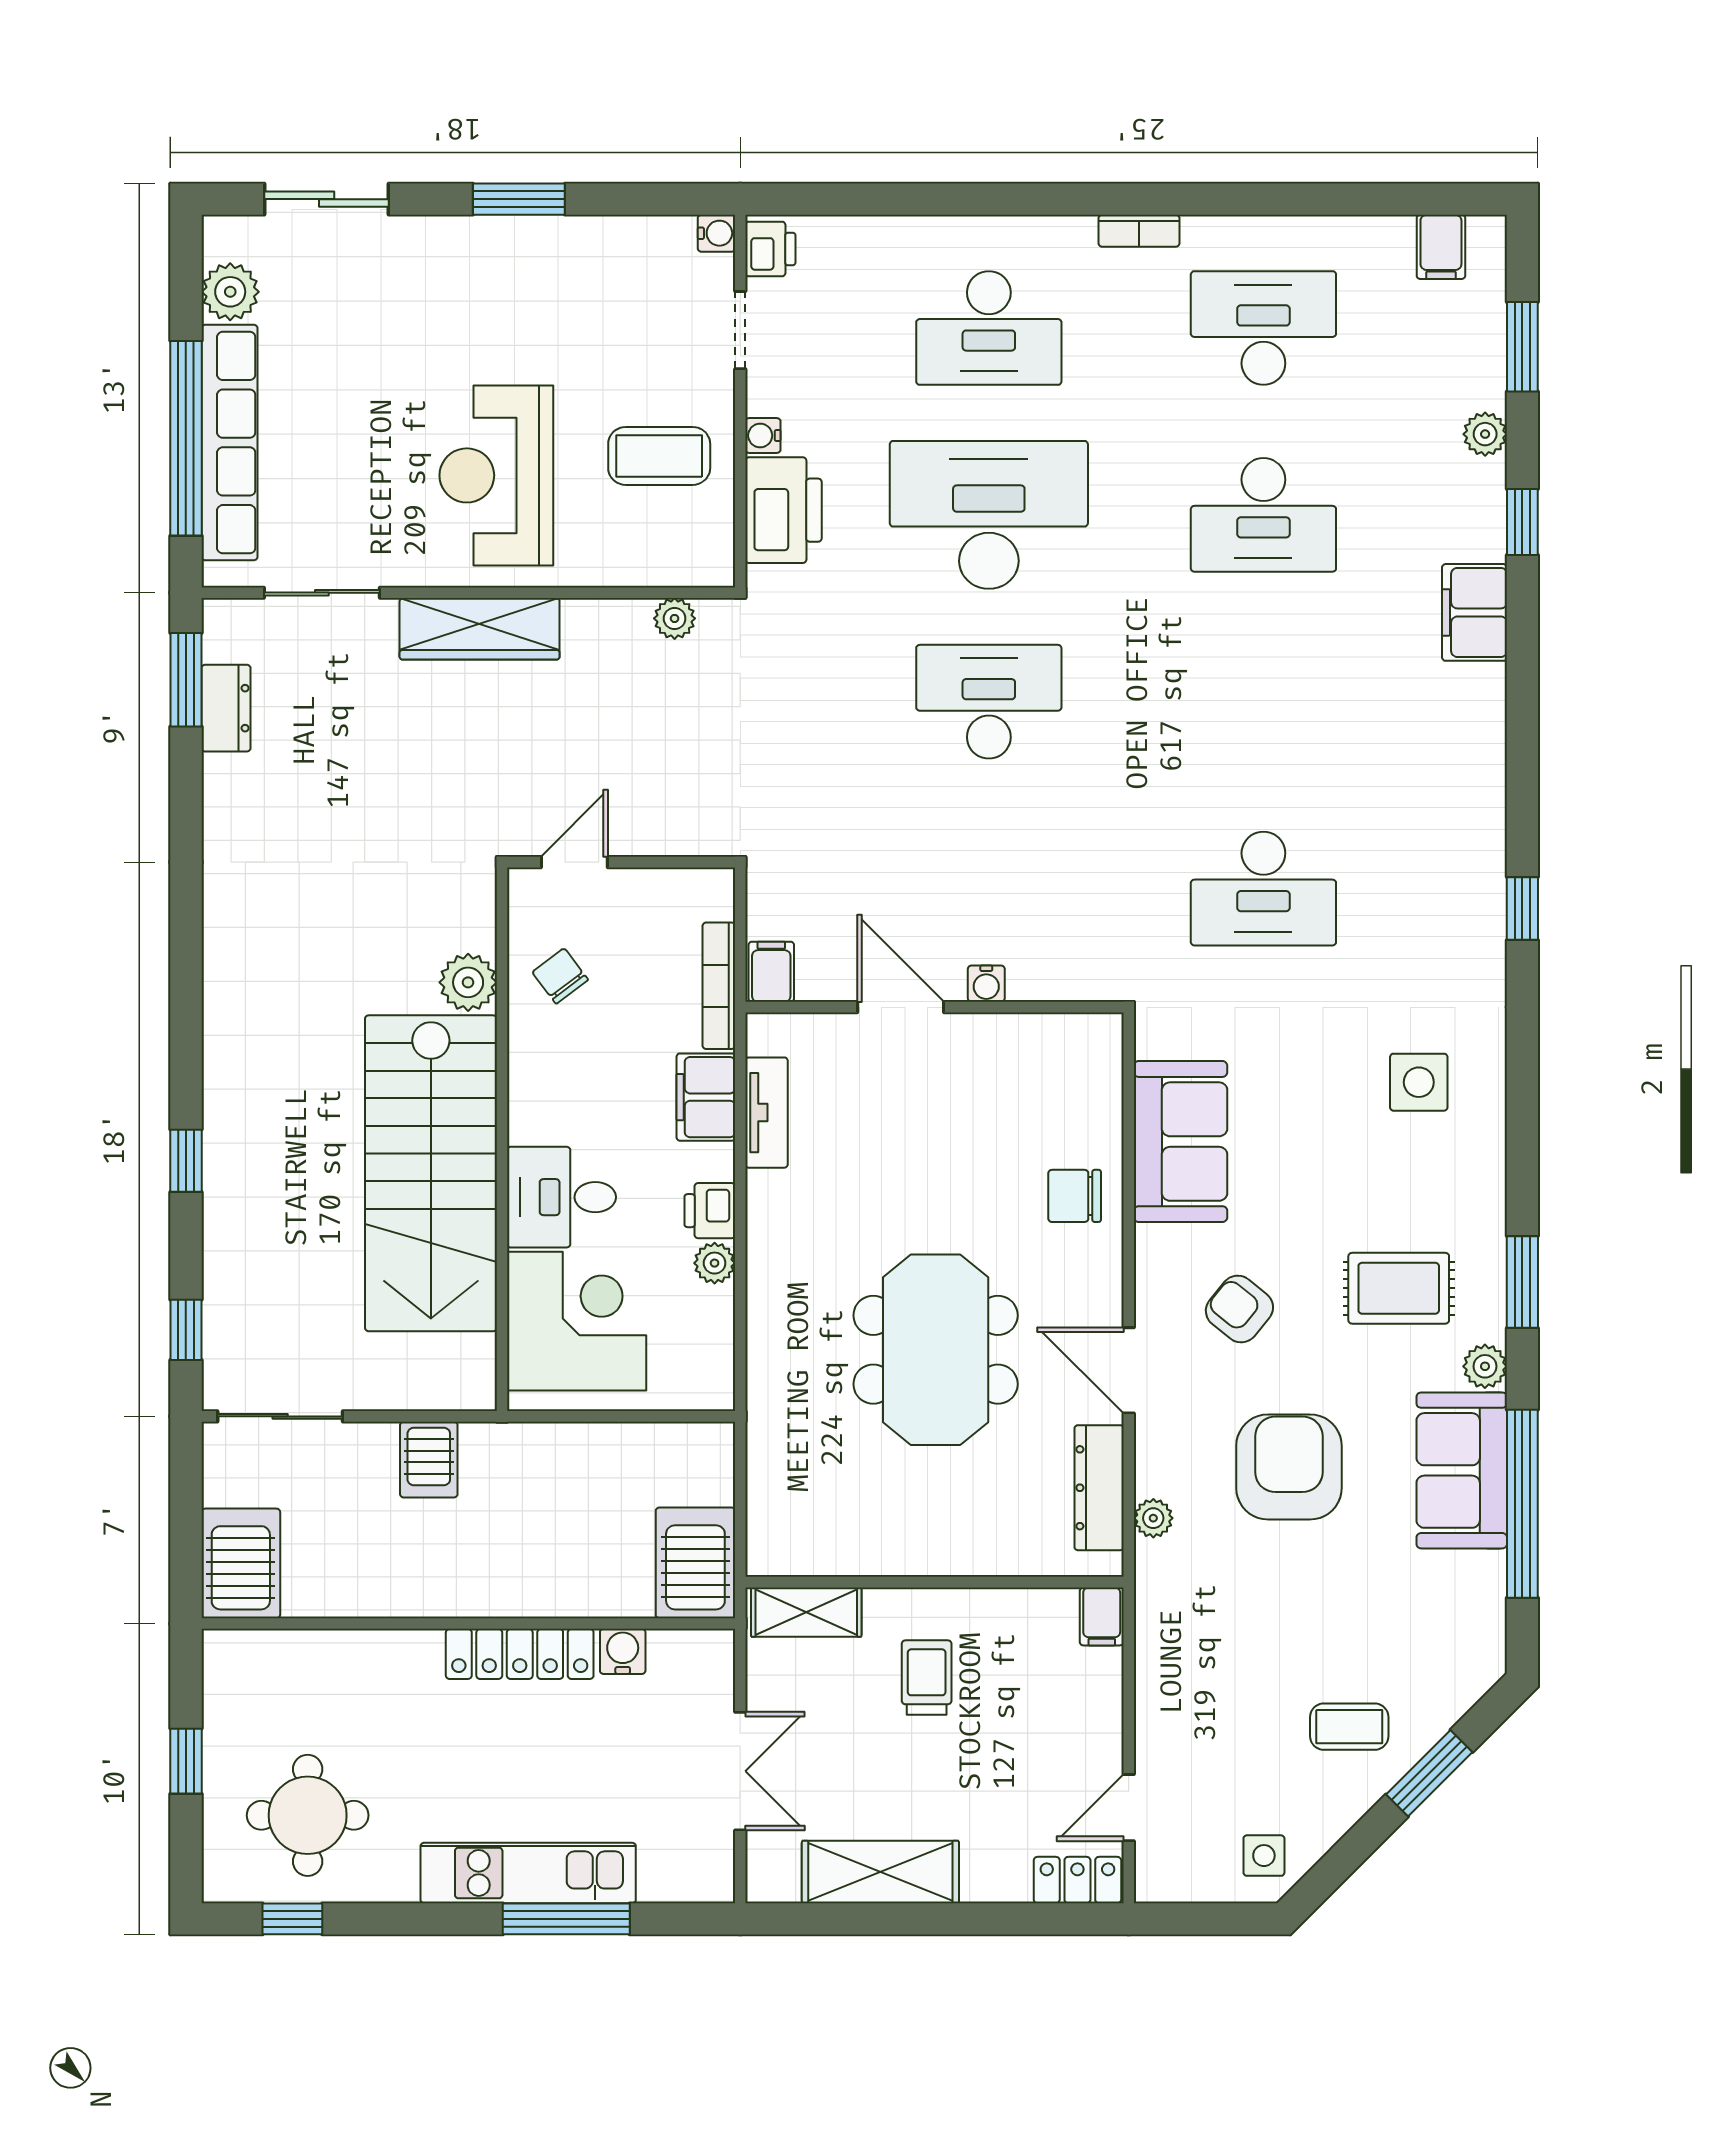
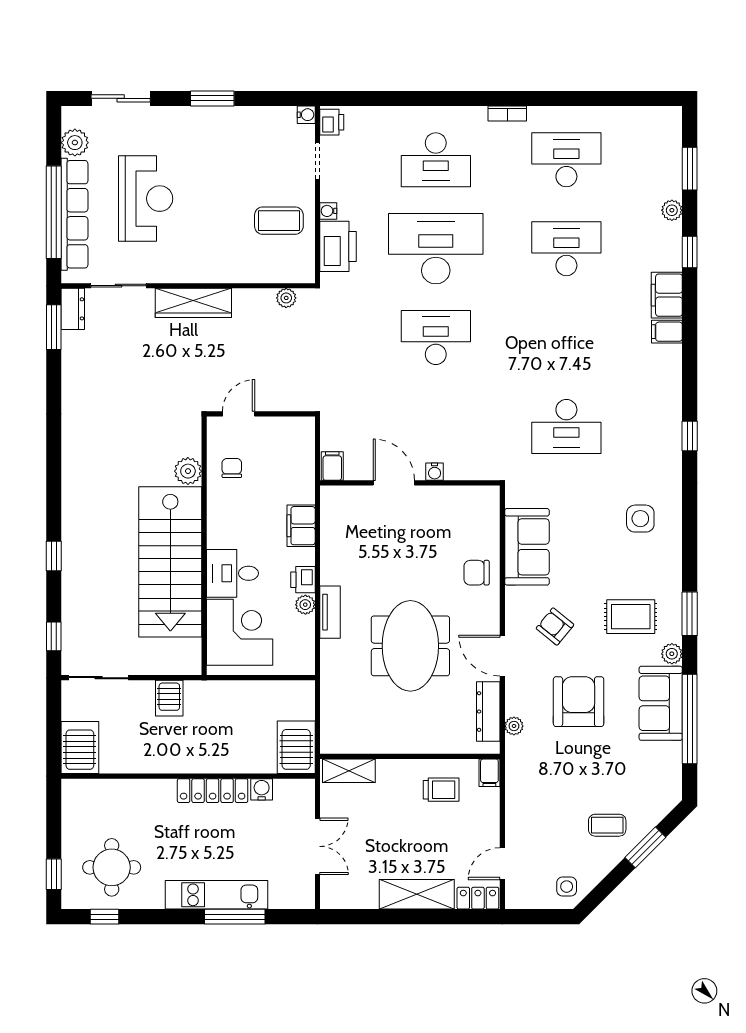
filing cabinet: (1441, 247) -> (667, 332), moved, turned 90
reception desk: (496, 475) -> (146, 199), moved, turned 180
desk: (1263, 515) -> (566, 249), turned 180
dresser: (226, 708) -> (73, 309), moved
chair: (560, 976) -> (232, 468), turned 37
bookcase: (719, 986) -> (307, 473), removed
tv unit: (767, 1113) -> (330, 612), moved
trolley: (927, 1678) -> (441, 790), moved, turned 90
window: (186, 1761) -> (54, 874), moved
shelving: (880, 1872) -> (417, 894), moved

